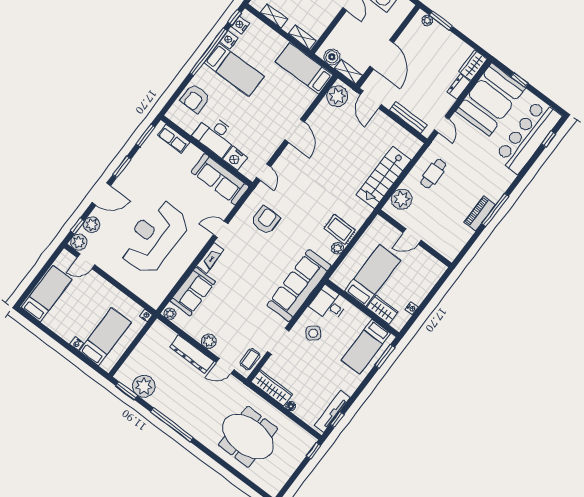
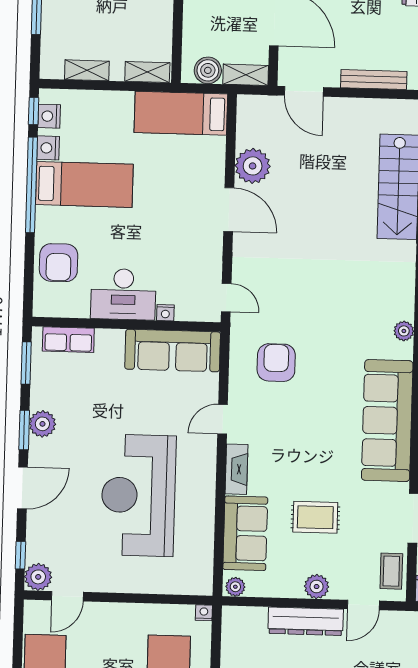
plant: (337, 96) -> (253, 166), moved
nightstand: (235, 158) -> (165, 313), width x0.53, depth x0.56
plant: (92, 225) -> (42, 424), moved
rug: (340, 229) -> (315, 517), moved

